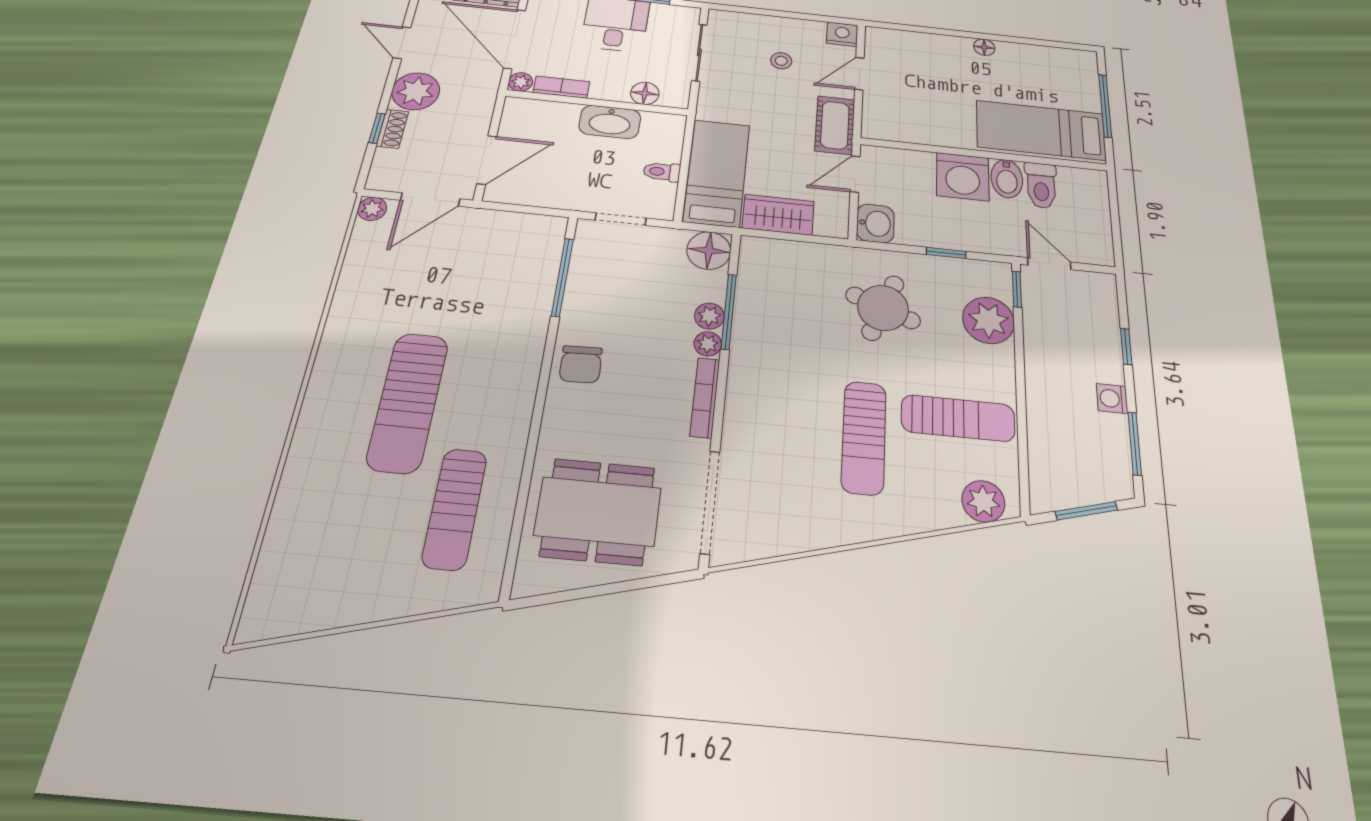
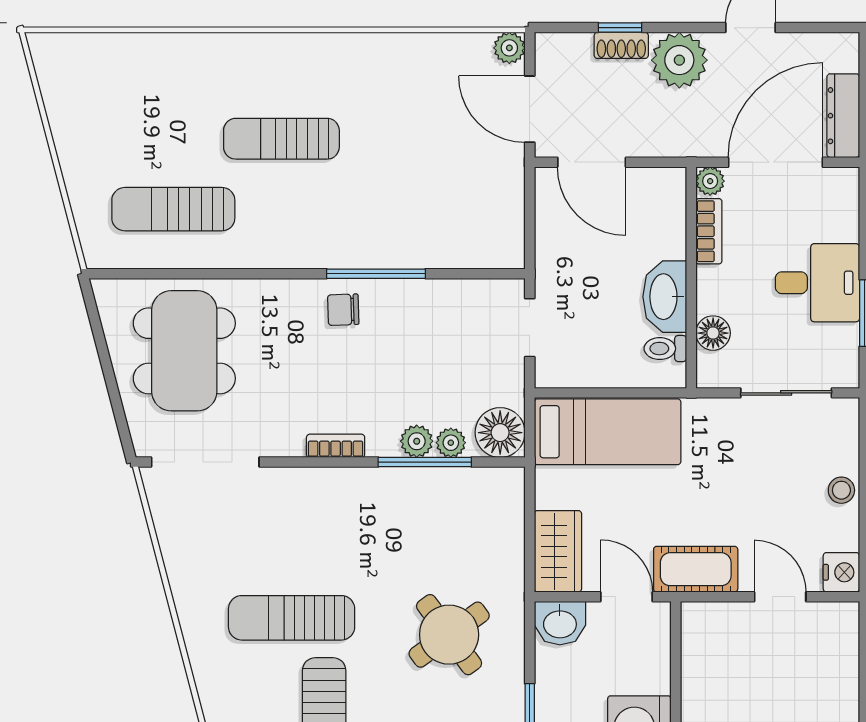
stool: (781, 61) -> (841, 490), moved
toilet: (662, 172) -> (665, 349), moved, turned -90
wardrobe: (778, 215) -> (558, 551), moved
window: (562, 277) -> (376, 274), moved
round table: (883, 308) -> (449, 635), turned 33
plant: (708, 344) -> (451, 443), moved
chair: (581, 364) -> (343, 310), width x0.73, depth x0.73
bookcase: (705, 398) -> (336, 446), width x0.64
sun lounger: (408, 402) -> (281, 139), width x0.73, depth x0.75

